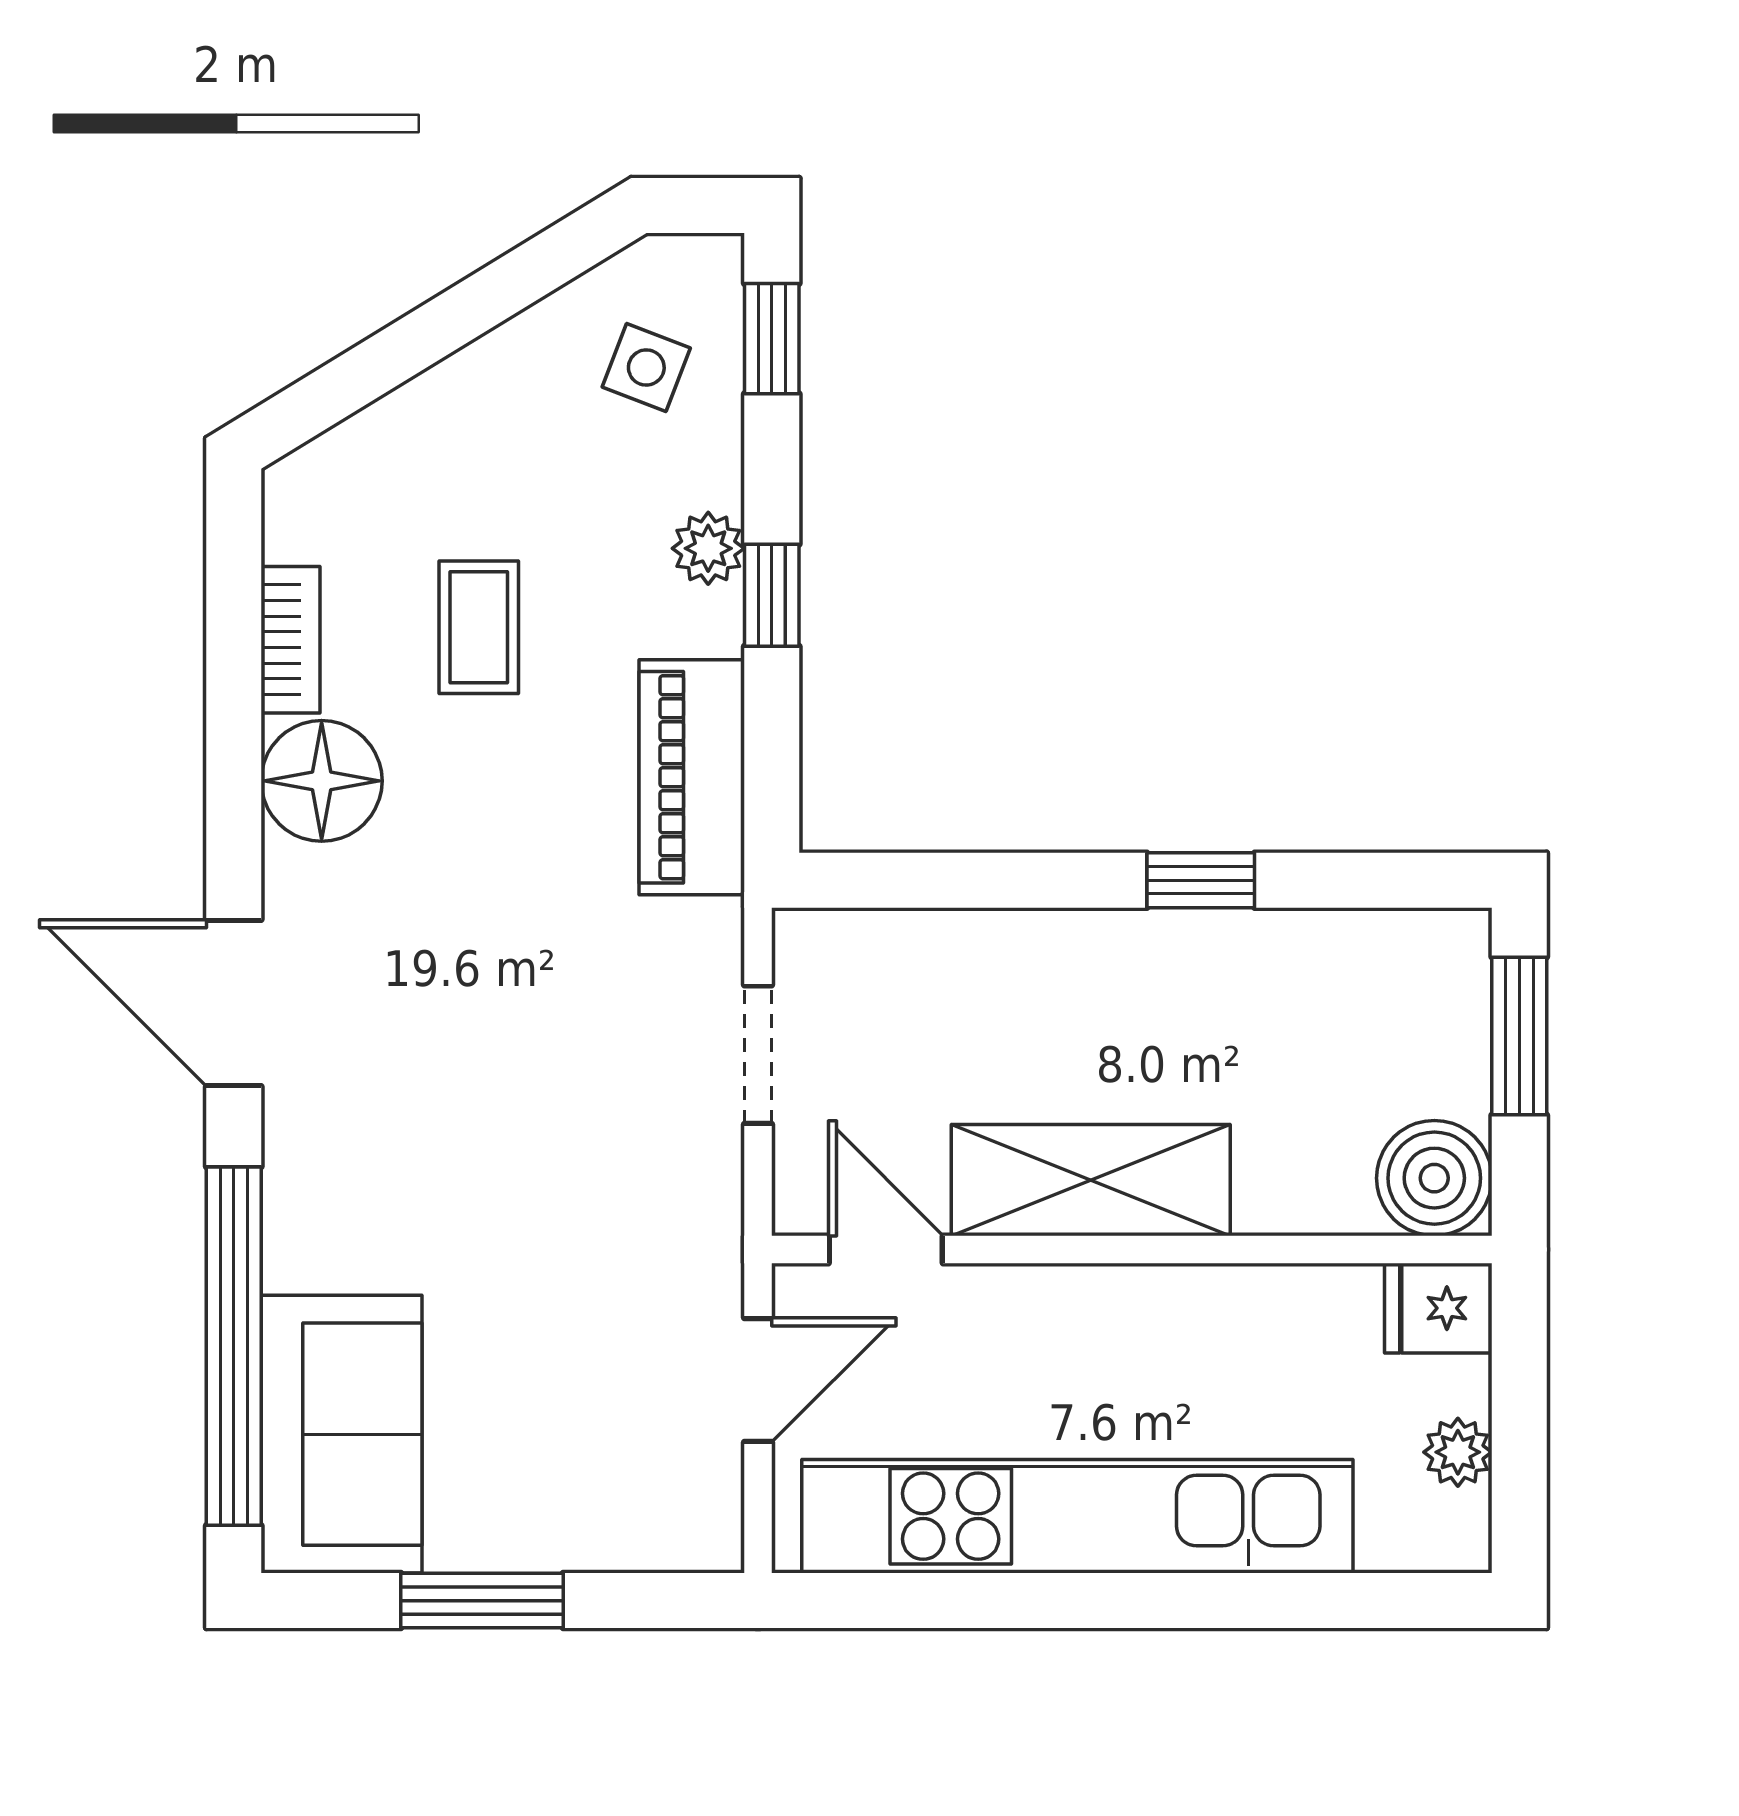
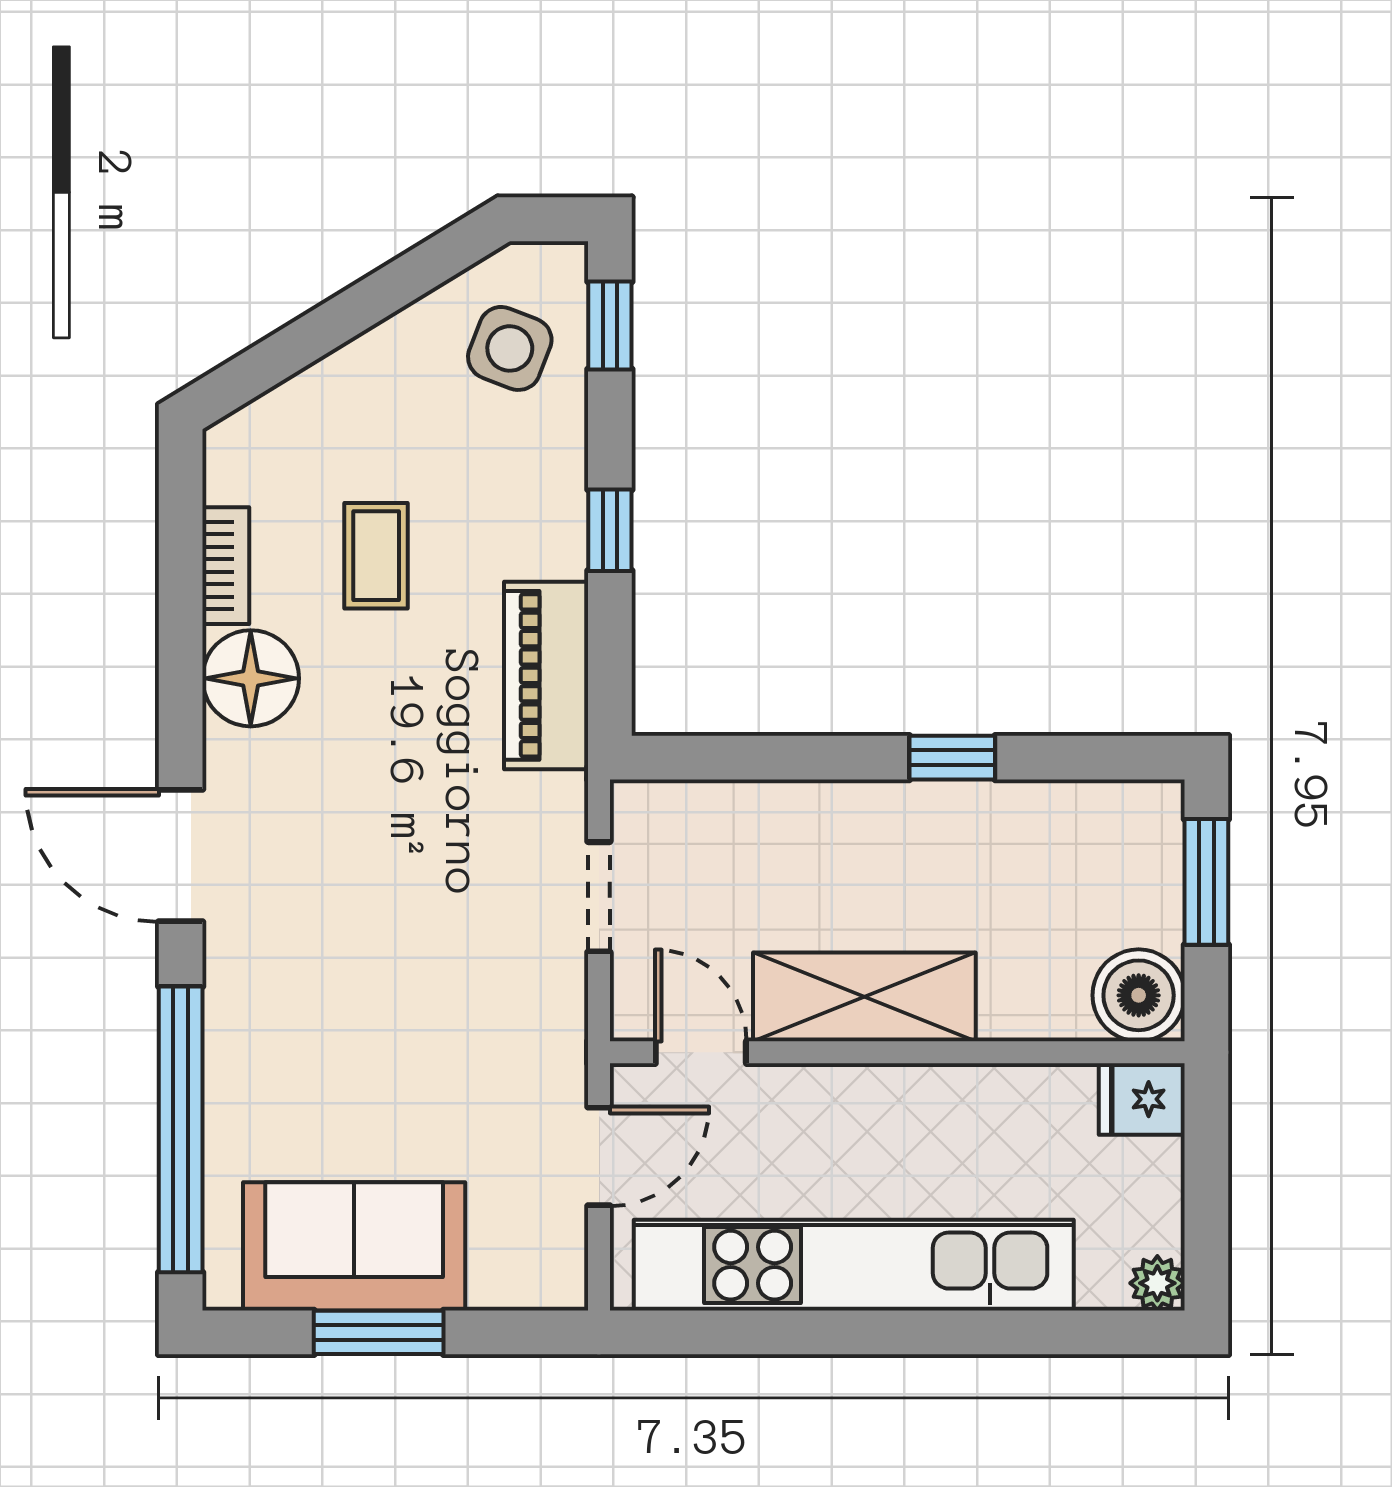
side table: (646, 368) -> (510, 348), width x1.37, depth x1.37
plant: (708, 548) -> (559, 493), removed
sofa: (342, 1434) -> (354, 1246), moved, turned -90
plant: (1458, 1452) -> (1157, 1283), moved

